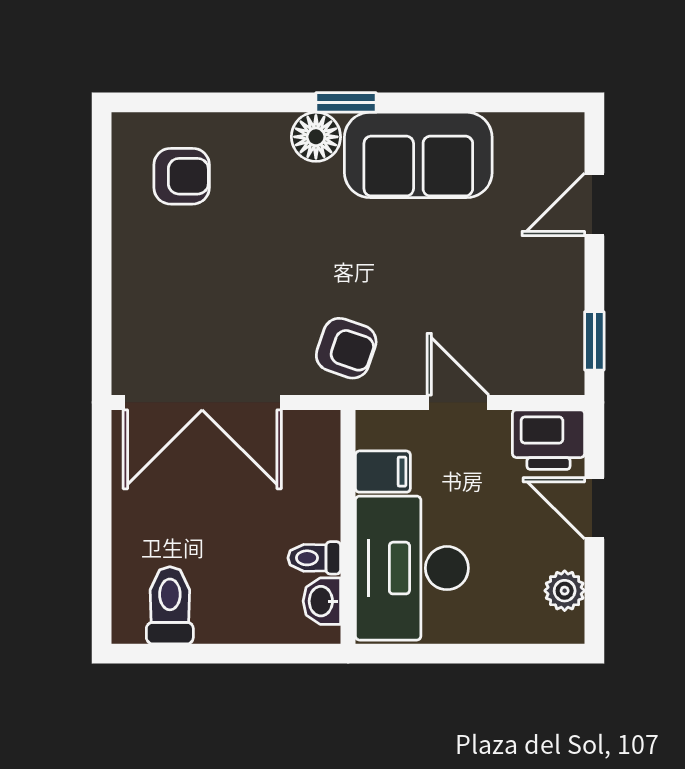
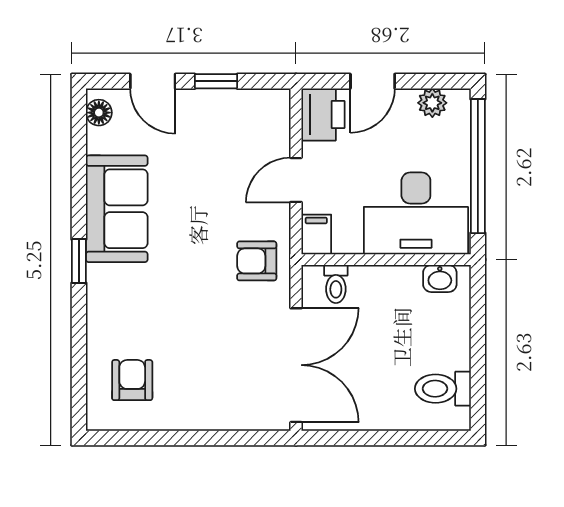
floor lamp: (316, 137) -> (99, 113), moved, width x0.73, depth x0.73
window: (594, 341) -> (216, 81), moved
armchair: (346, 348) -> (257, 261), turned -109
filing cabinet: (383, 472) -> (316, 234), moved
toilet: (314, 558) -> (336, 284), moved
window: (477, 654) -> (478, 166), added

